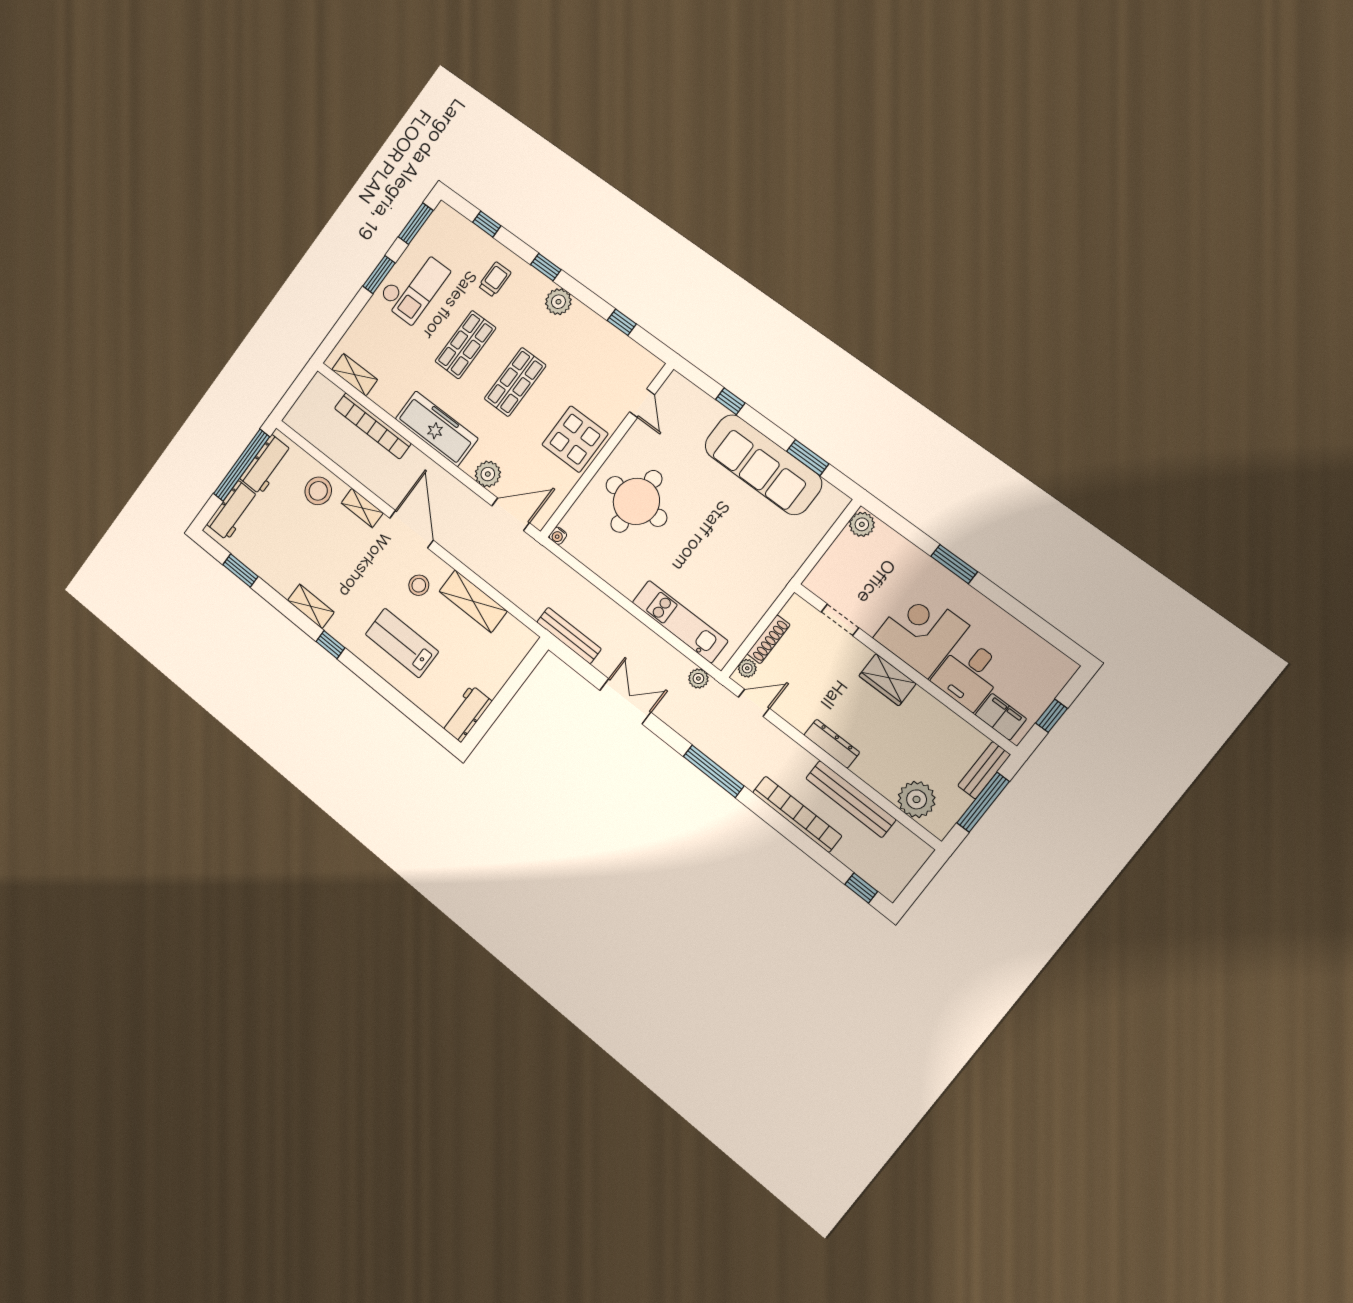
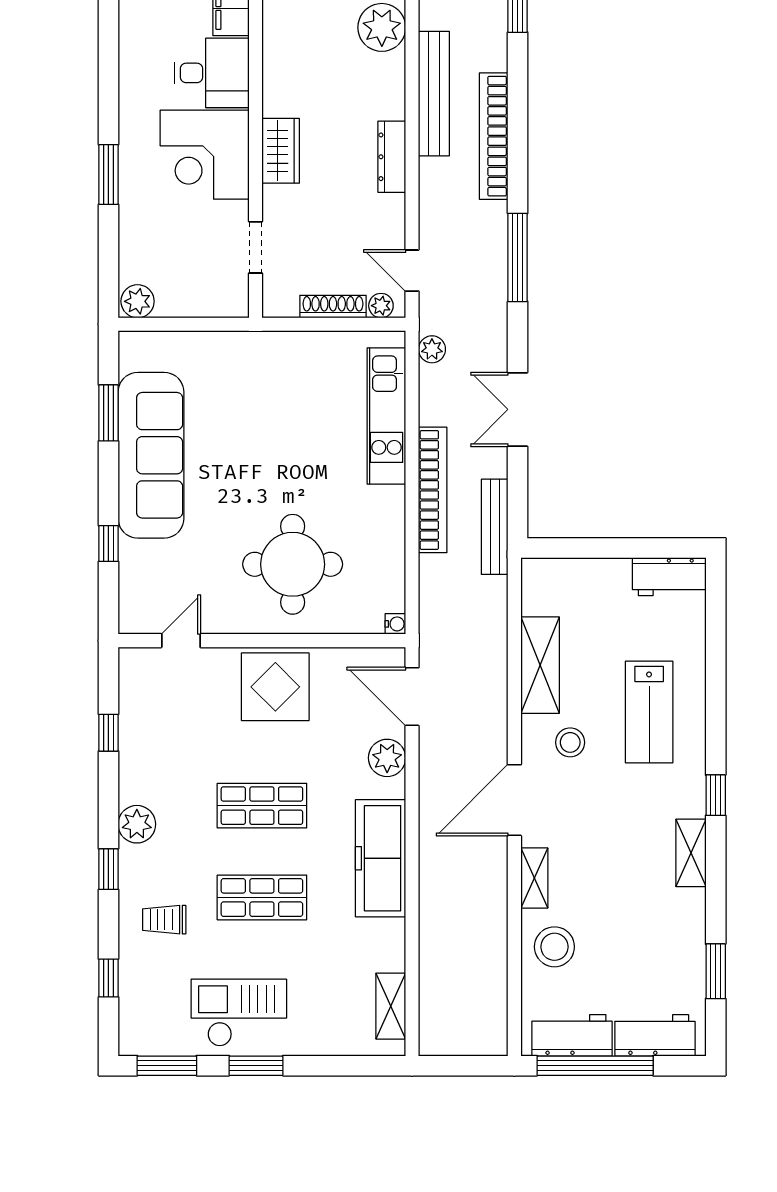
bookcase: (373, 426) -> (433, 490), moved

